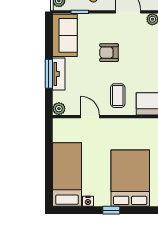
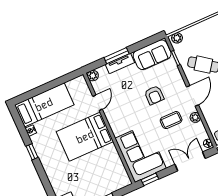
armchair: (109, 53) -> (154, 95), turned 180
coffee table: (118, 96) -> (171, 120), moved
bed: (130, 178) -> (85, 137), moved, turned 180

